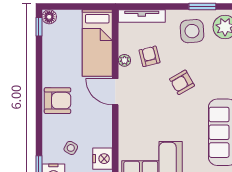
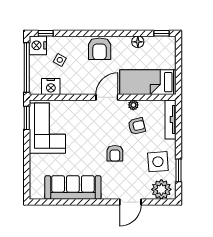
floor lamp: (49, 17) -> (138, 42), moved
armchair: (182, 82) -> (115, 153), turned -150

